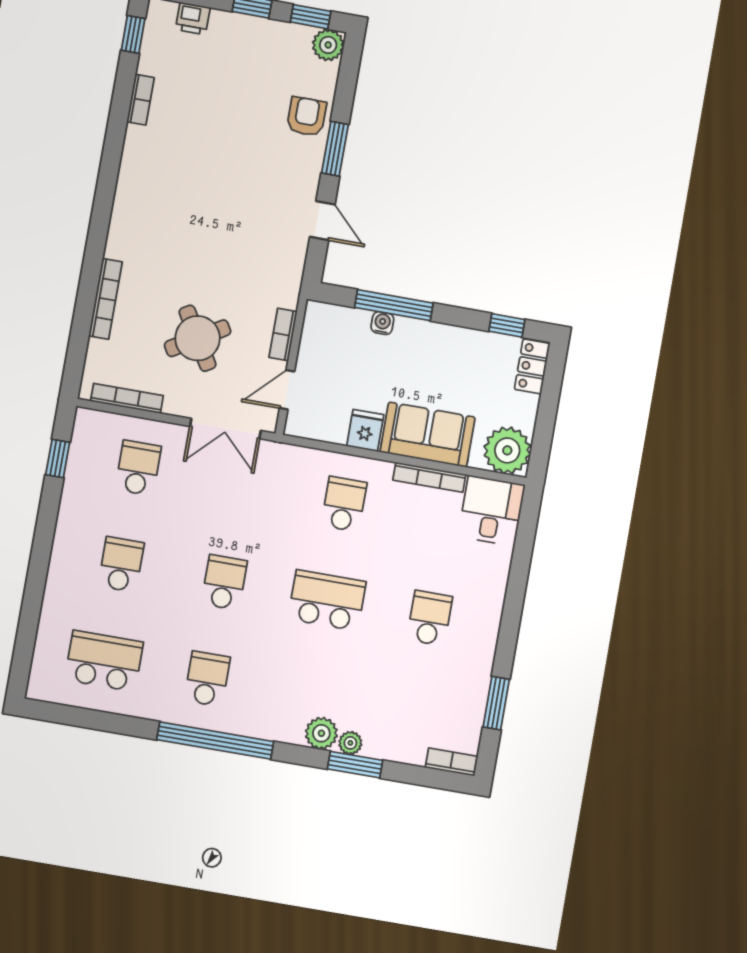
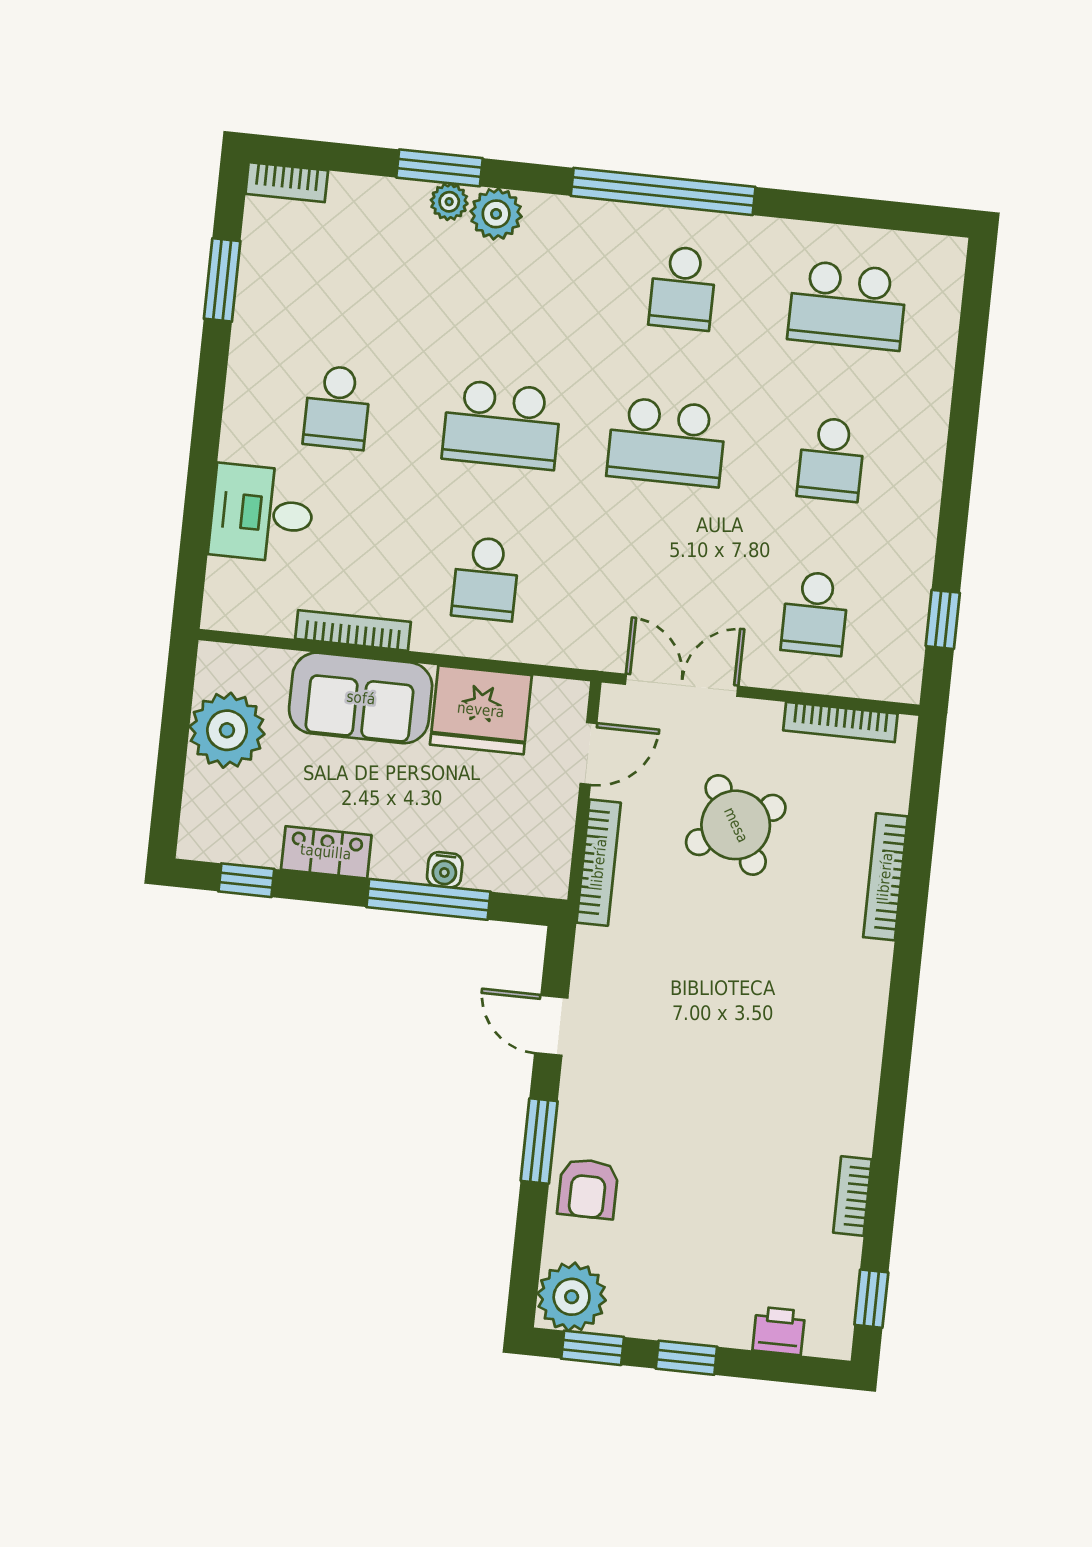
plant: (328, 45) -> (572, 1297), width x1.36, depth x1.36
bookcase: (283, 334) -> (599, 863), width x1.56
locker: (532, 366) -> (326, 852), moved, turned -90
fridge: (365, 430) -> (481, 710), width x1.88, depth x1.34
plant: (507, 450) -> (227, 730), moved
desk: (491, 511) -> (262, 513), moved, turned 90
school desk: (224, 582) -> (666, 442), width x1.85

